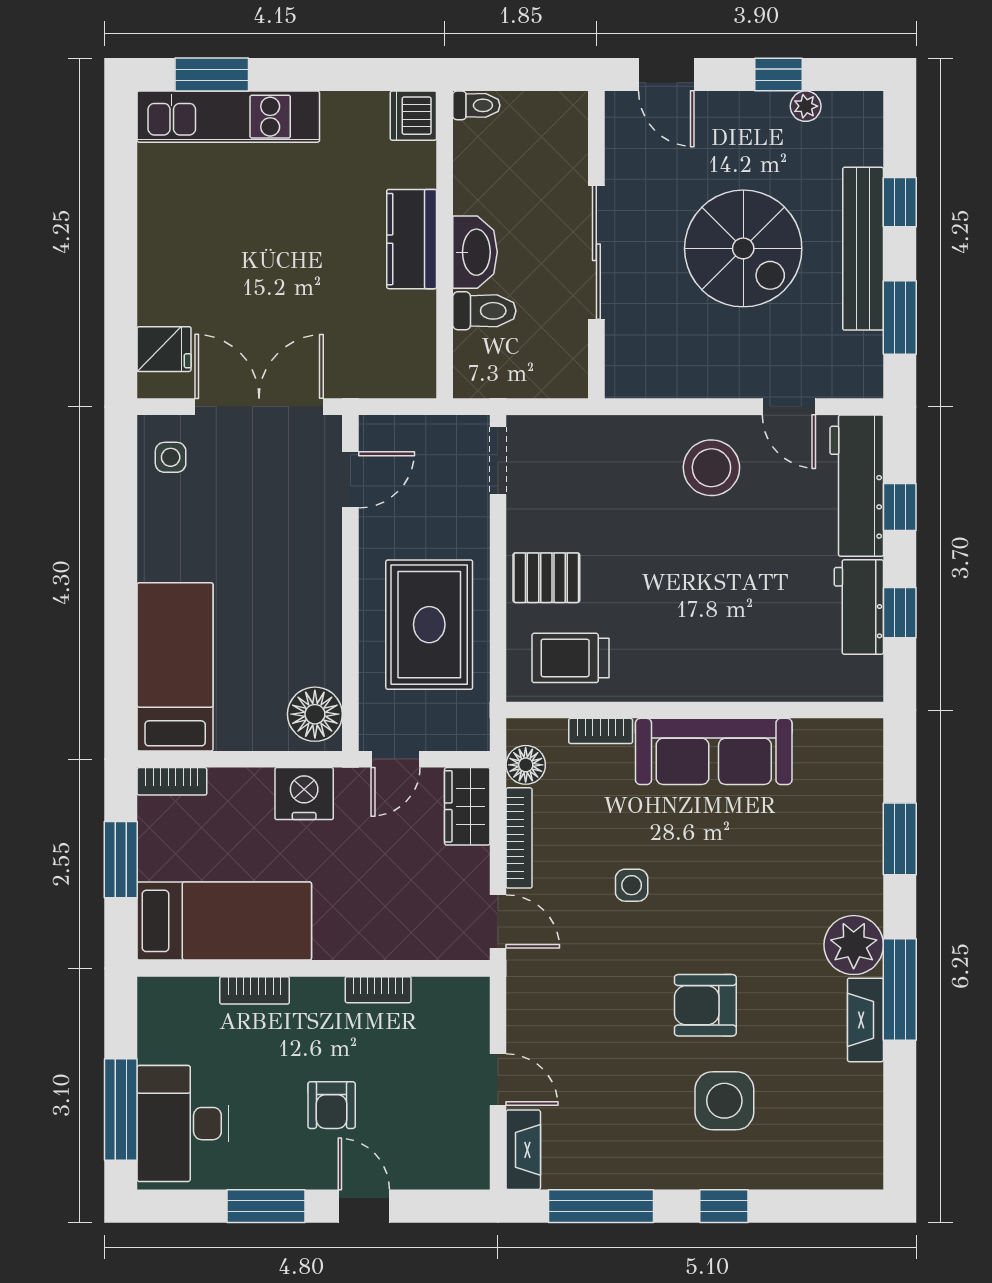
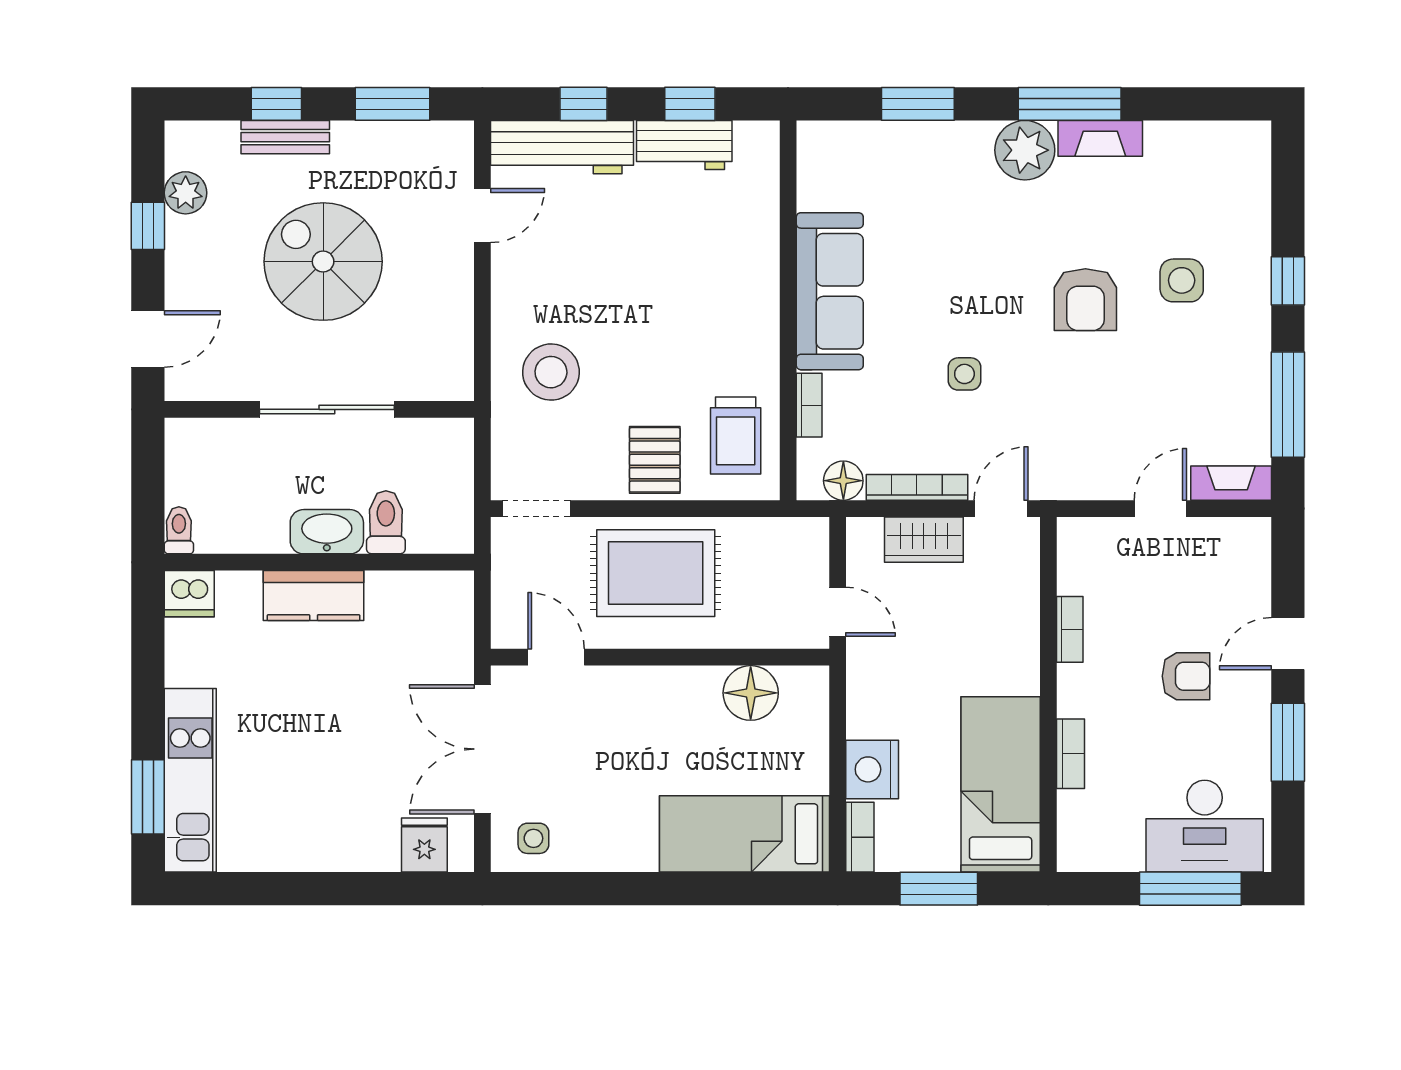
plant: (806, 106) -> (186, 193), width x1.38, depth x1.38
spiral stairs: (743, 248) -> (323, 262), turned -90
bench: (863, 249) -> (285, 137), width x0.54, depth x0.82
stool: (711, 468) -> (551, 372), moved
rug: (429, 625) -> (656, 573), moved
floor lamp: (315, 714) -> (751, 693), moved
nightstand: (304, 794) -> (872, 769), moved
wardrobe: (467, 806) -> (924, 540), moved
side table: (724, 1101) -> (1182, 280), width x0.73, depth x0.73

